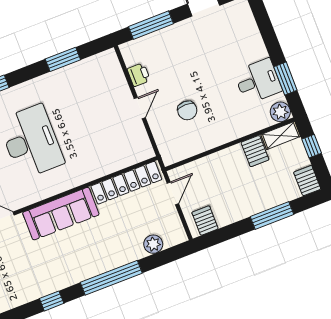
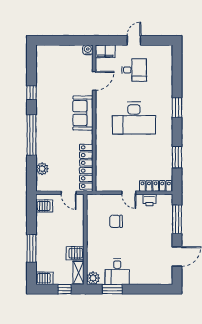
locker: (115, 74) -> (156, 186), added
sofa: (61, 214) -> (83, 113), width x0.73

